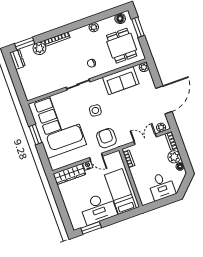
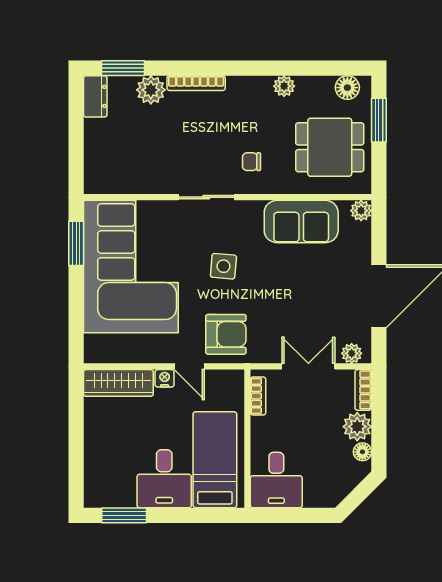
dining table: (122, 46) -> (330, 147), turned 90
window: (35, 134) -> (76, 243), moved
armchair: (106, 138) -> (226, 334), turned 90
desk: (162, 186) -> (276, 480), moved
desk: (98, 208) -> (164, 479), width x0.73

